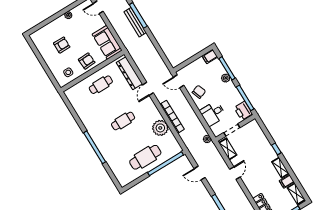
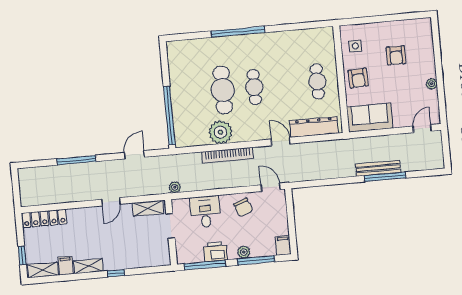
door: (179, 81) -> (271, 187), hinge flipped
printer: (243, 111) -> (215, 252), moved
cafe table: (145, 157) -> (223, 90), moved
door: (235, 173) -> (111, 202), hinge flipped

